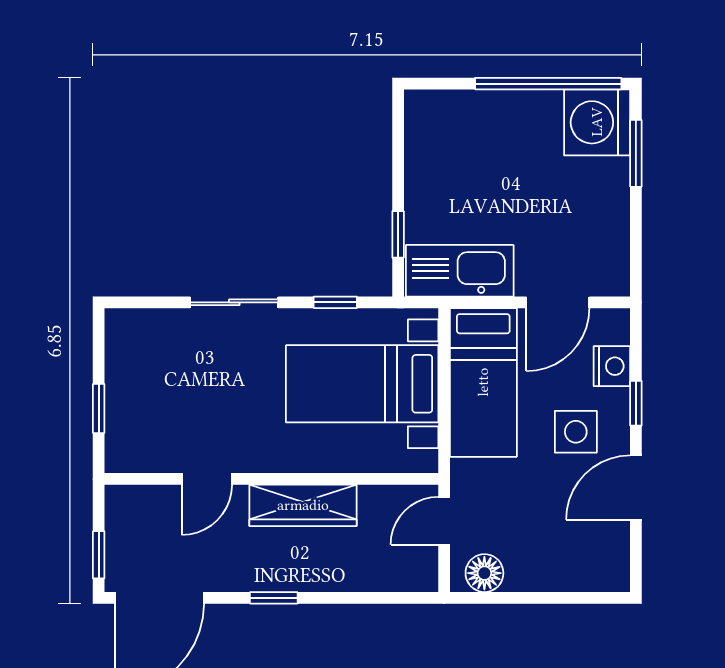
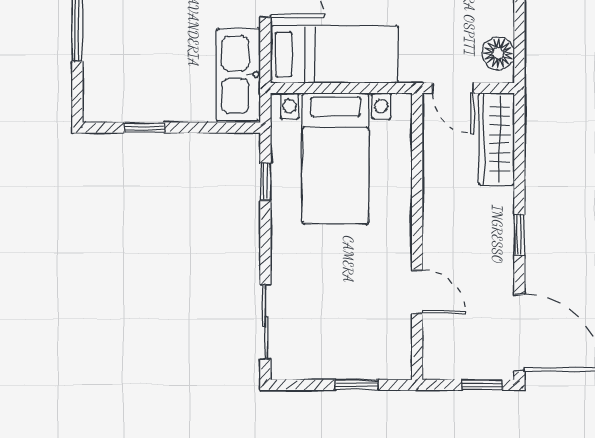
window: (398, 234) -> (144, 128), moved
sliding door: (234, 302) -> (265, 322), moved
wardrobe: (303, 505) -> (497, 139), moved, turned 180

